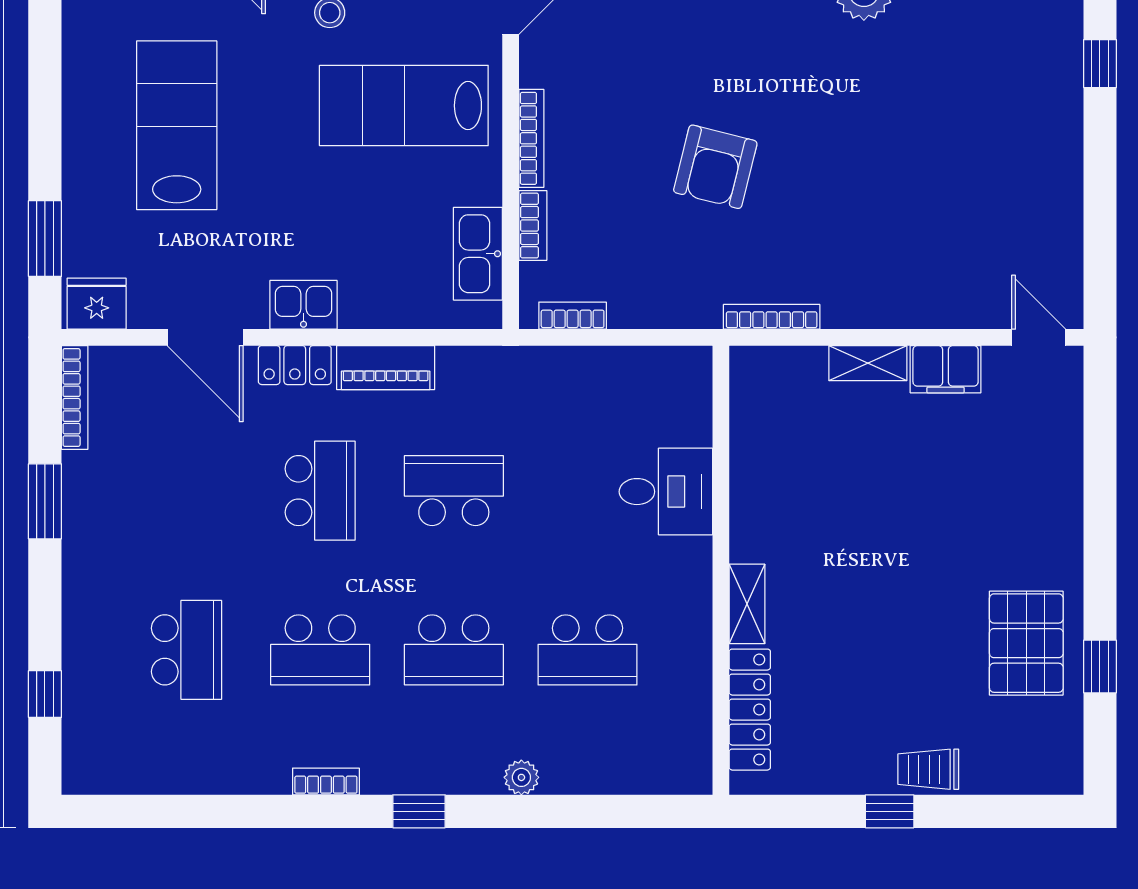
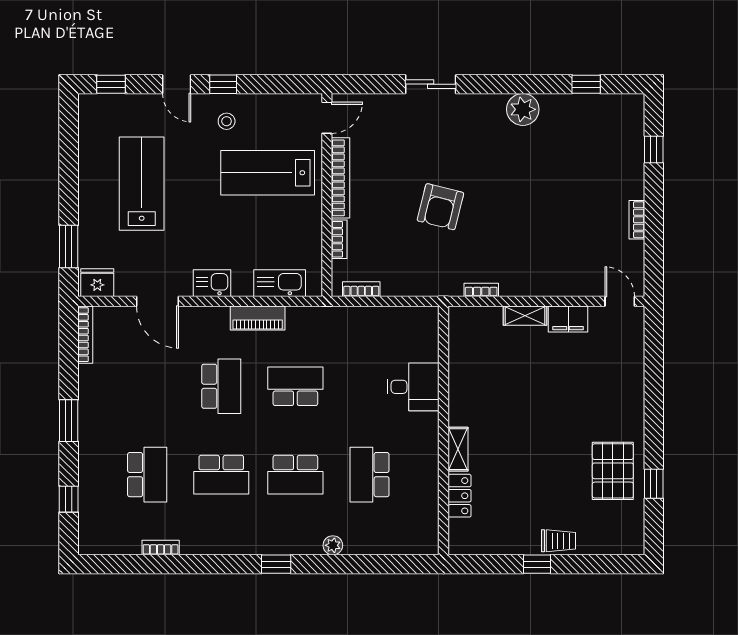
bookcase: (531, 138) -> (341, 178), width x1.48, depth x1.31
bookcase: (1070, 190) -> (637, 220), added
kitchen sink: (478, 254) -> (280, 283), moved, turned 90
bookcase: (772, 317) -> (481, 290), width x0.64
locker: (295, 365) -> (207, 317), removed
window: (45, 501) -> (69, 421), moved
school desk: (588, 650) -> (370, 475), turned 90
locker: (750, 710) -> (460, 496), width x0.66
trolley: (928, 769) -> (558, 541), turned 180
bookcase: (326, 781) -> (161, 548), moved

